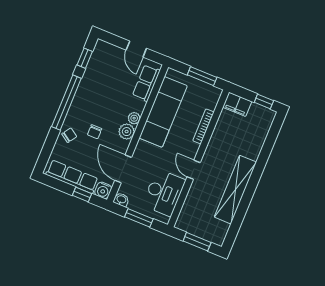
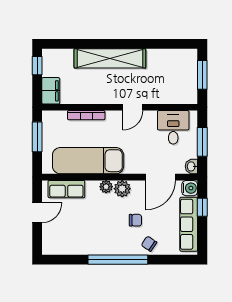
window: (85, 58) -> (67, 260), removed
shelving: (235, 190) -> (110, 58), moved
desk: (164, 193) -> (173, 127), width x0.73

